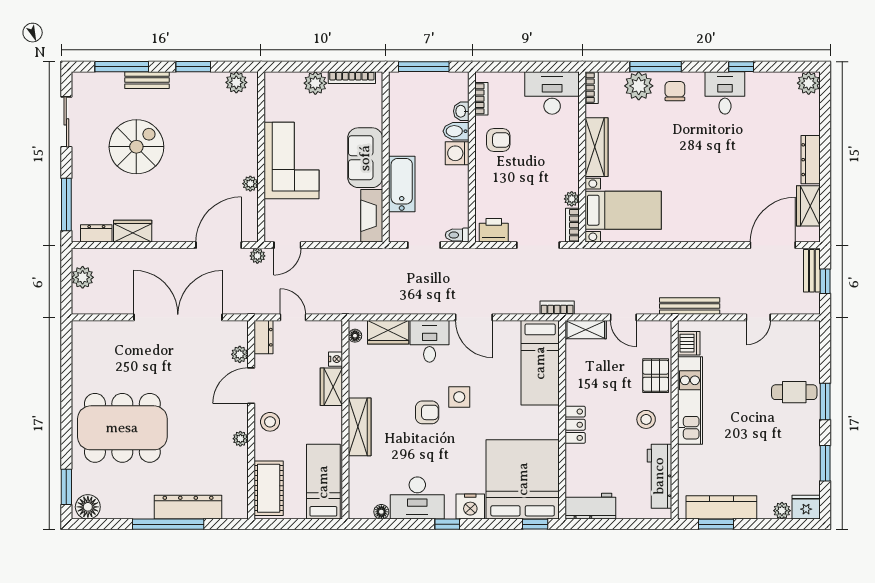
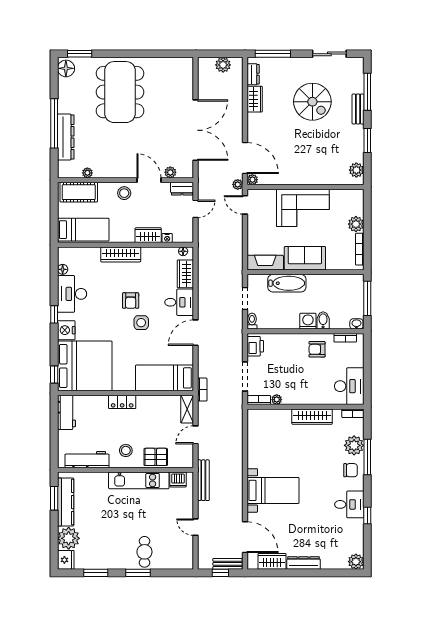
washbasin: (461, 111) -> (356, 324), moved
armchair: (498, 140) -> (317, 349), turned 90
plant: (250, 184) -> (252, 180), moved
bed with nightstands: (623, 210) -> (273, 490), moved, turned -90
plant: (240, 439) -> (87, 173), moved
plant: (782, 511) -> (69, 538), width x1.88, depth x1.88

